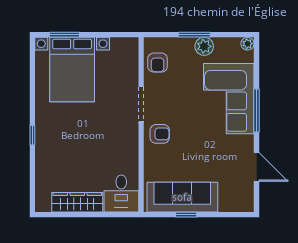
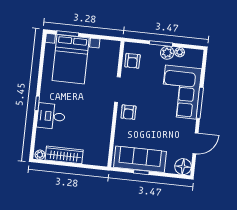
plant: (247, 44) -> (180, 52), moved
armchair: (160, 134) -> (129, 112), turned 90
door: (257, 167) -> (195, 143), hinge flipped
desk: (121, 194) -> (51, 116), moved, turned 90
floor lamp: (243, 201) -> (183, 167), added
plant: (44, 206) -> (40, 155), added

